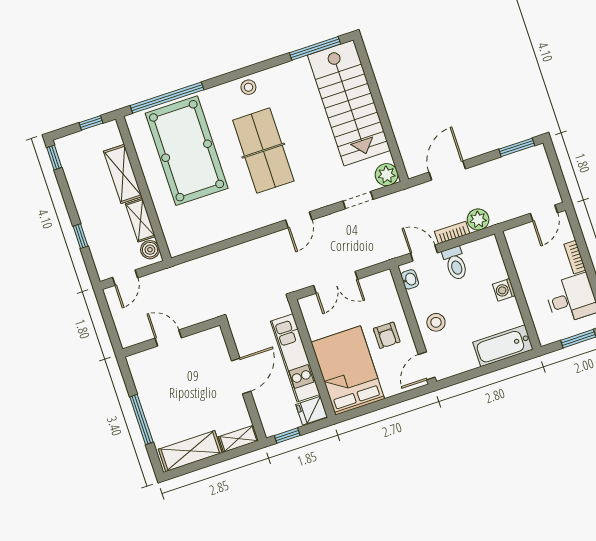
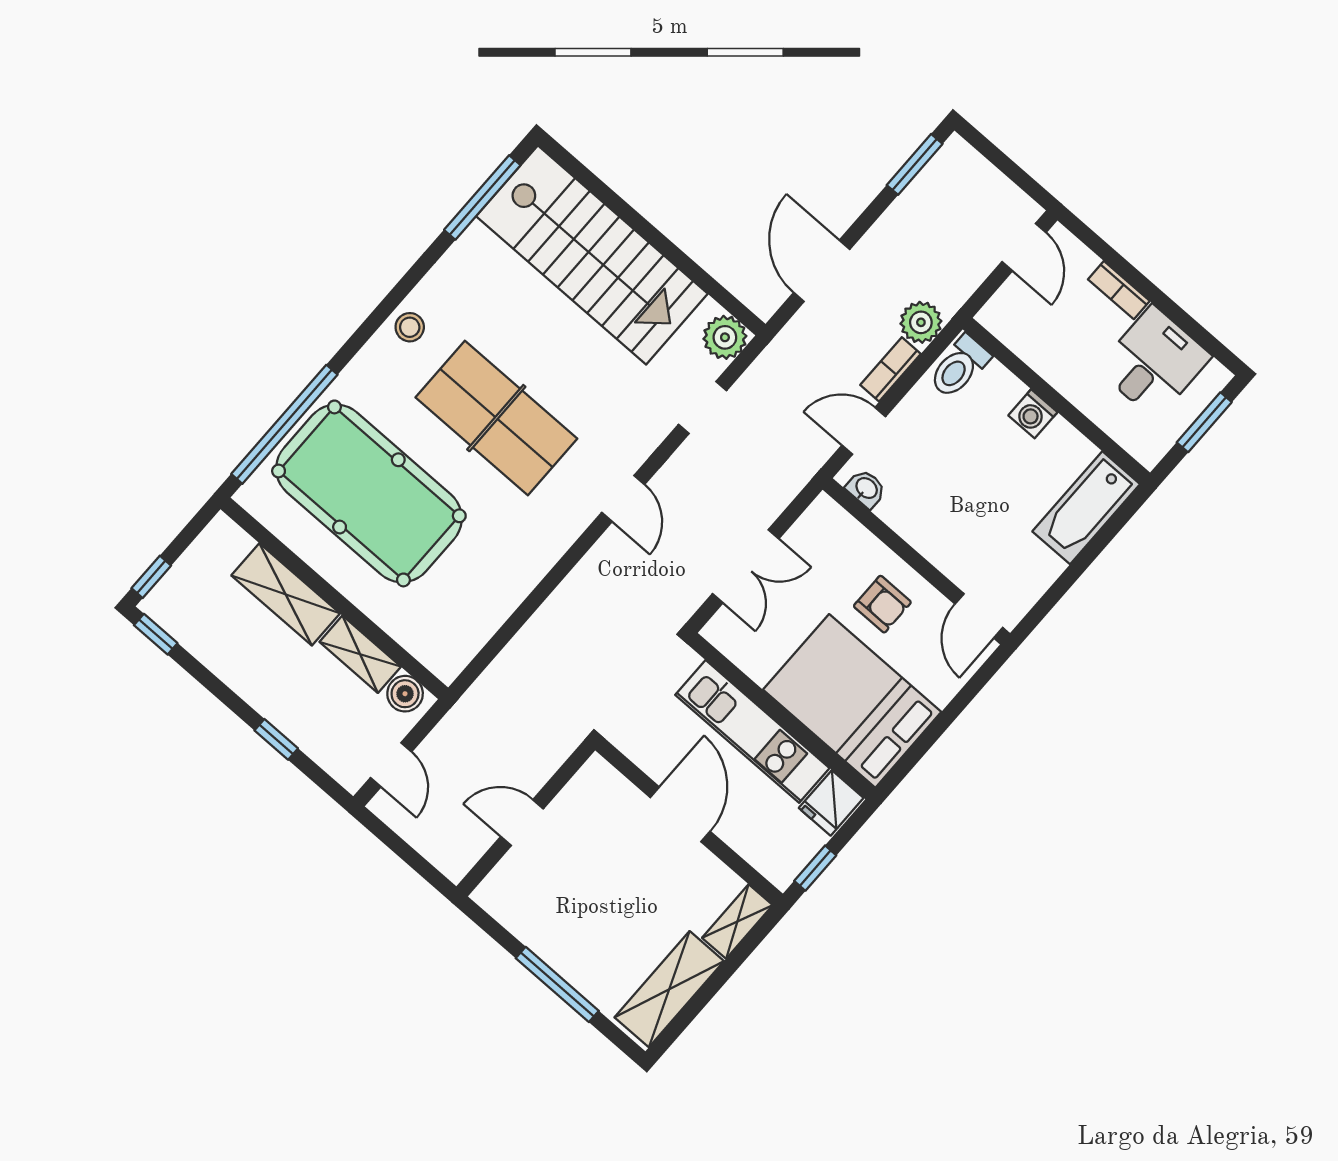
window: (91, 123) -> (151, 577), moved
toilet: (455, 263) -> (959, 367), moved, turned 90
stool: (436, 322) -> (952, 534), removed

